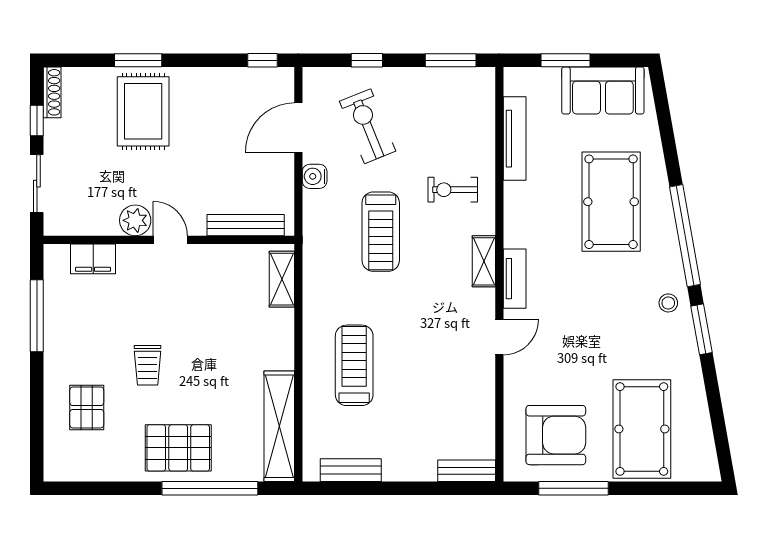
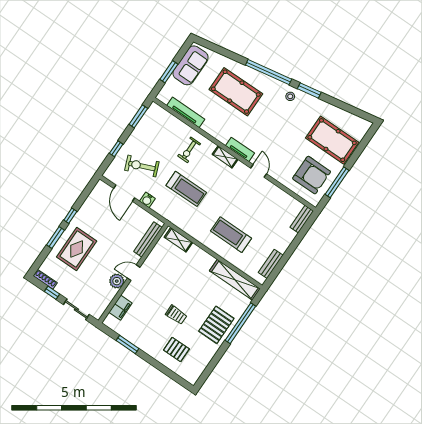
window: (262, 60) -> (70, 216), moved
rug: (143, 111) -> (77, 249), turned 90
window: (37, 316) -> (128, 345), width x0.69
armchair: (556, 435) -> (312, 175), turned 90

